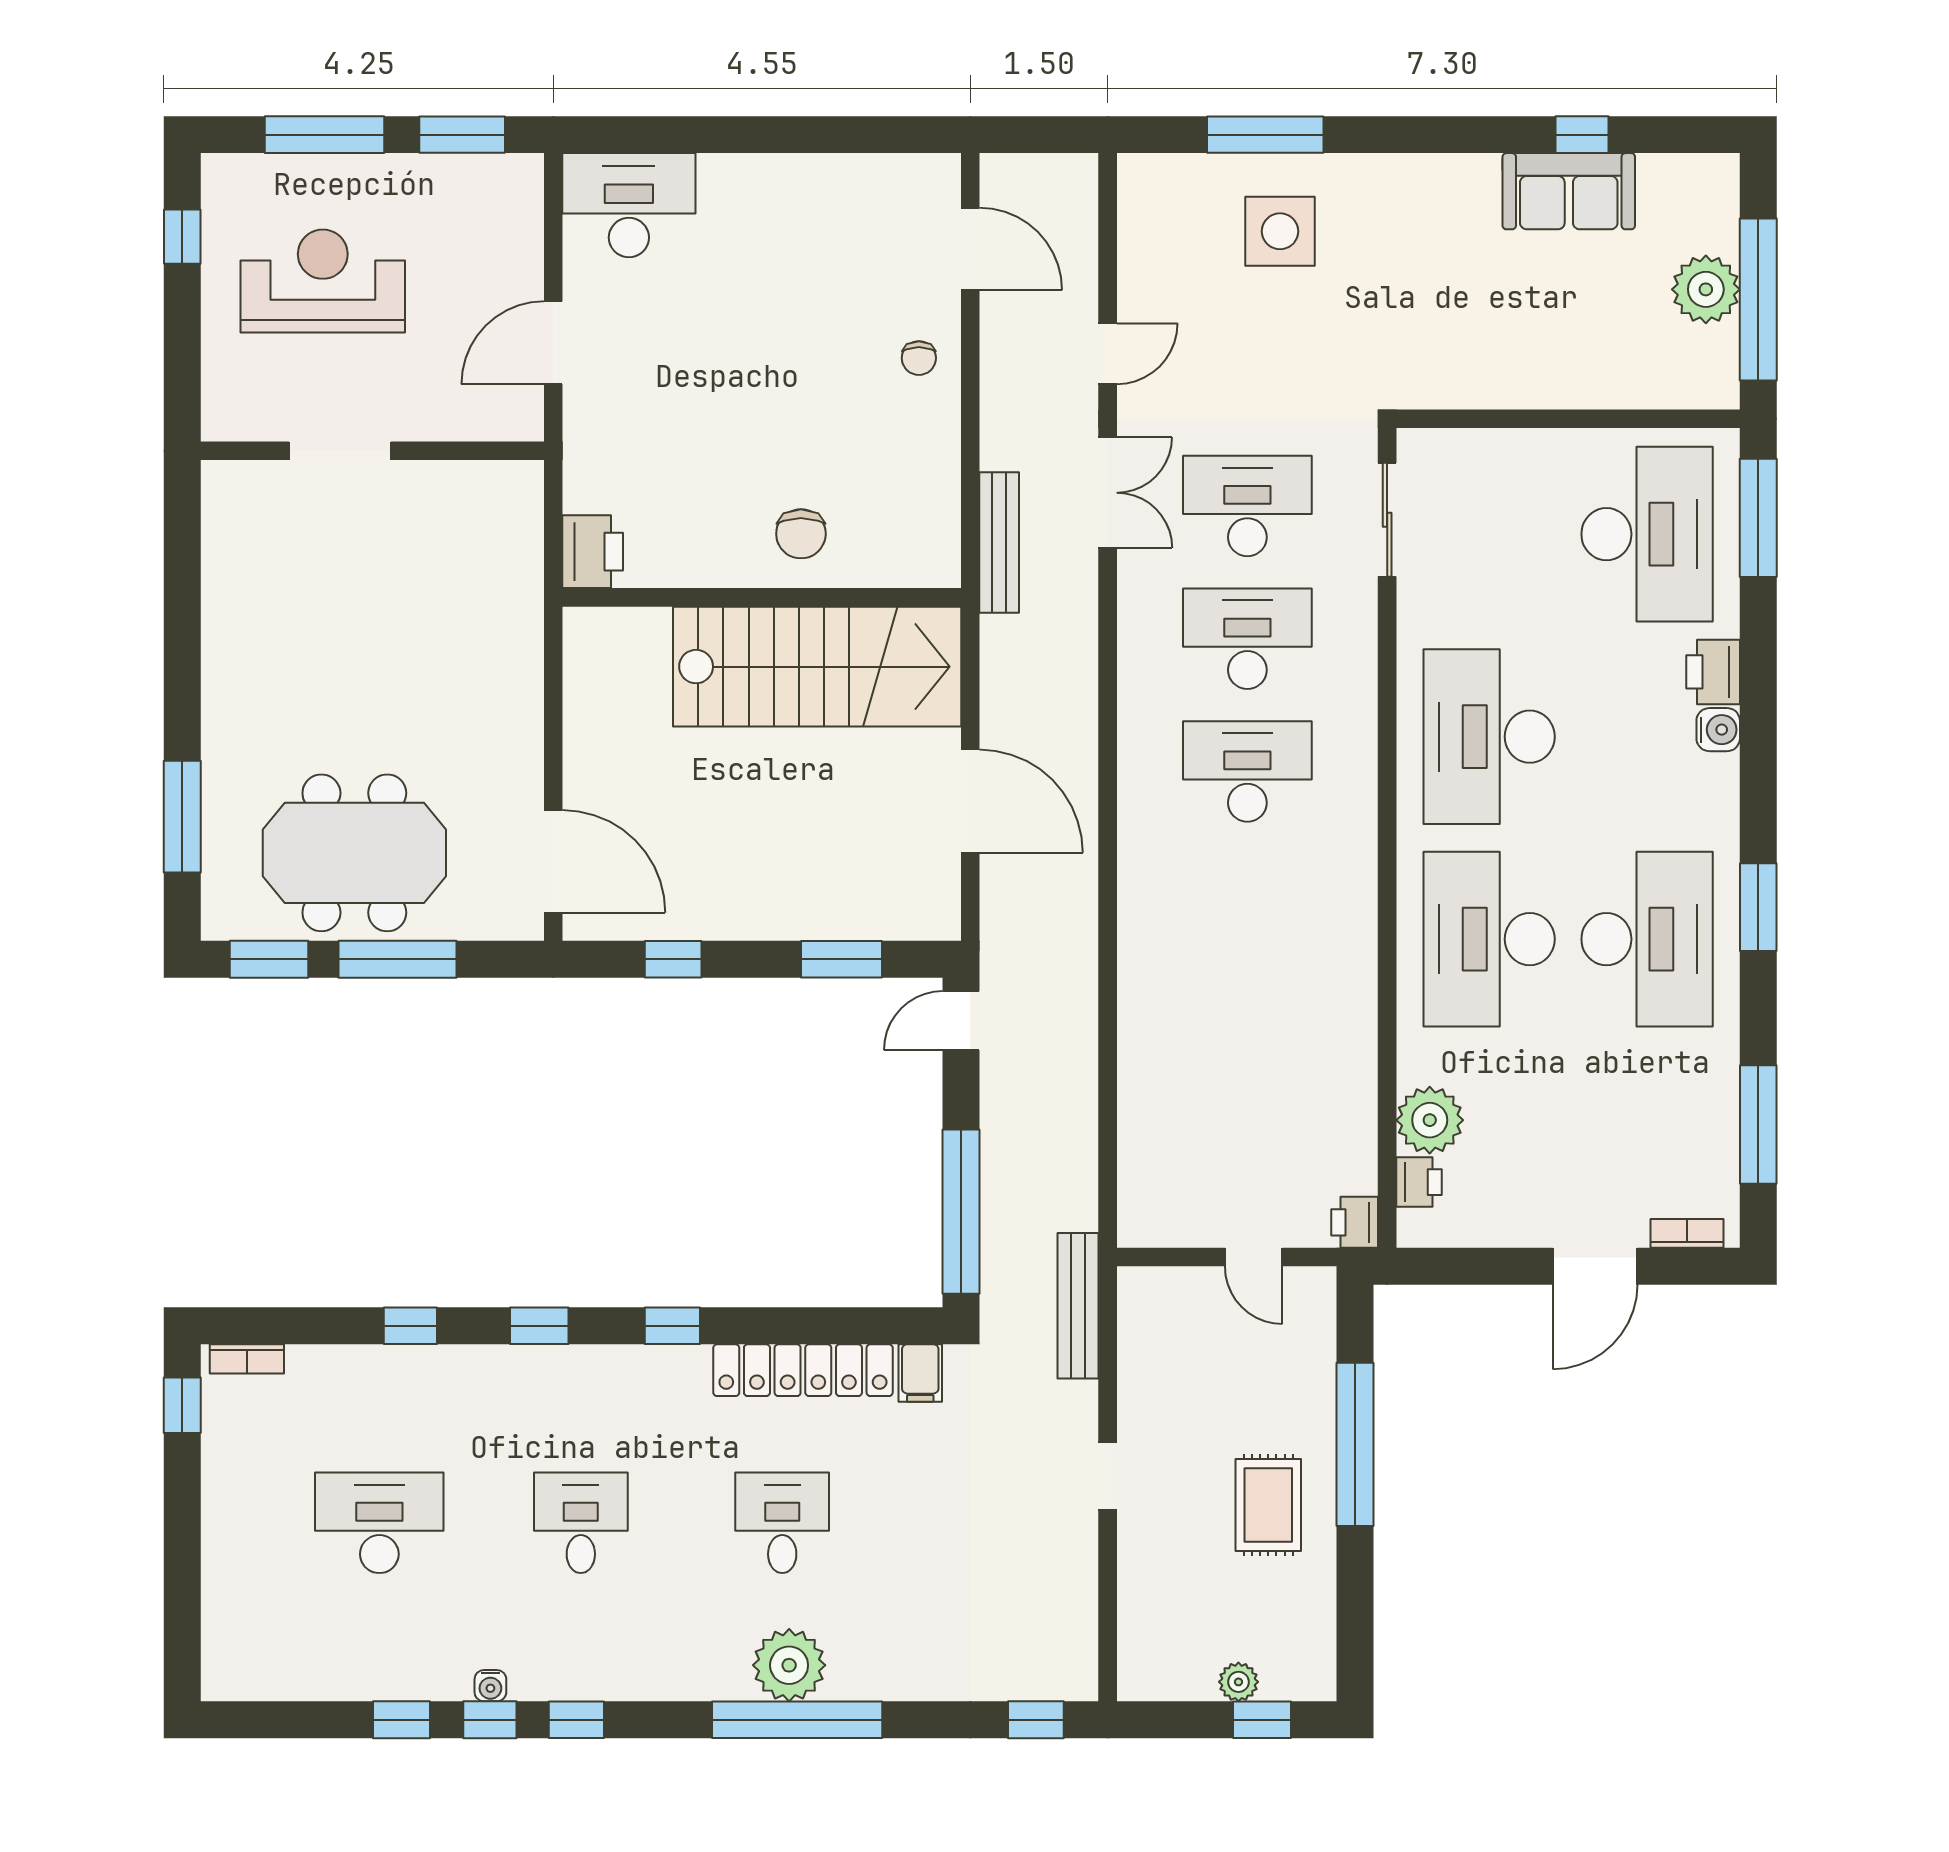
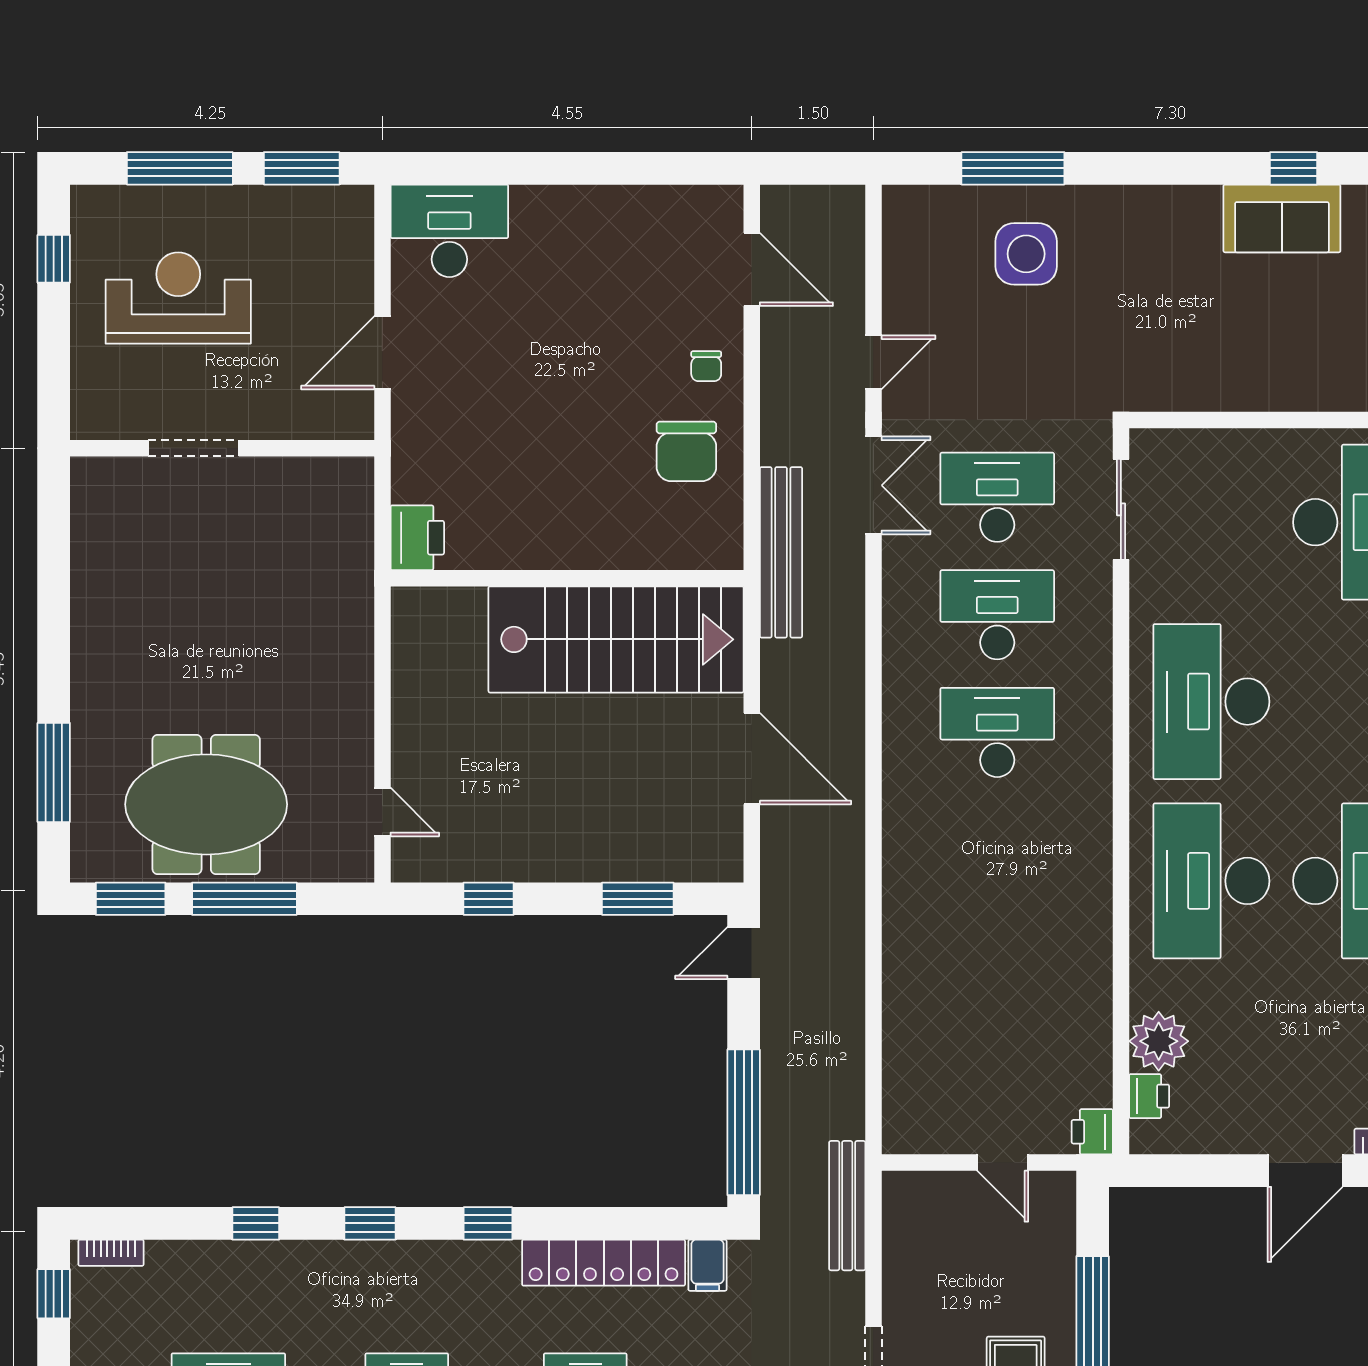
chair: (801, 534) -> (686, 451), moved, width x1.37, depth x1.37
bench: (999, 542) -> (781, 552), width x1.37, depth x1.21
door: (553, 861) -> (382, 812), width x0.53

